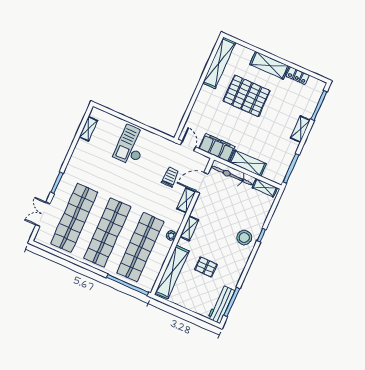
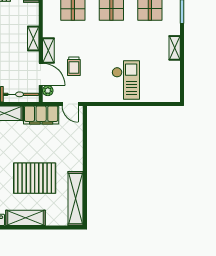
shelving: (88, 129) -> (175, 48), moved
door: (202, 183) -> (41, 74), hinge flipped
shelving: (189, 228) -> (33, 39), moved
plant: (171, 235) -> (48, 91), moved

